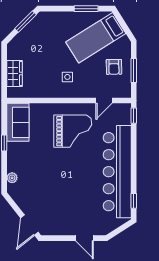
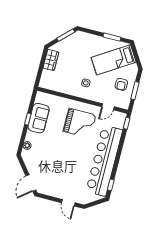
wardrobe: (14, 73) -> (51, 60), moved
sofa: (18, 122) -> (39, 118), moved

